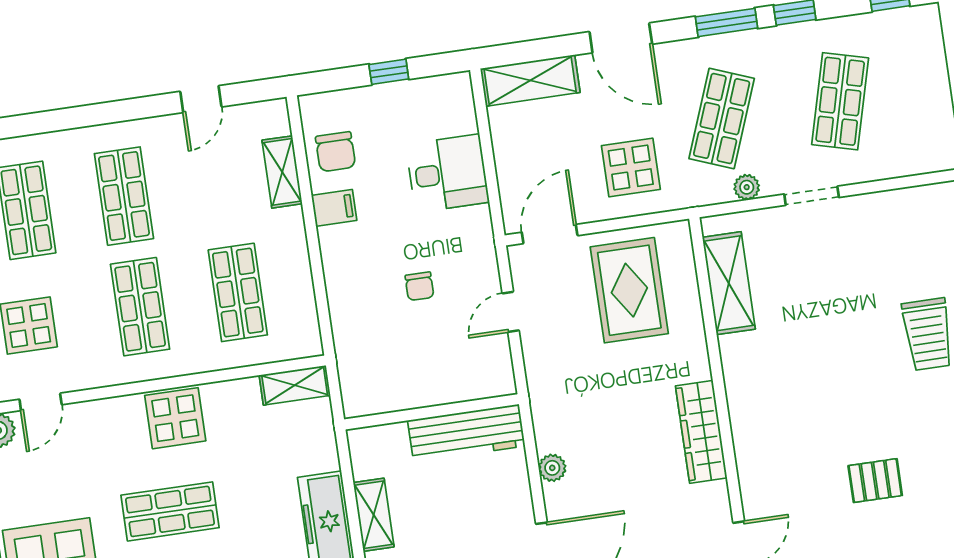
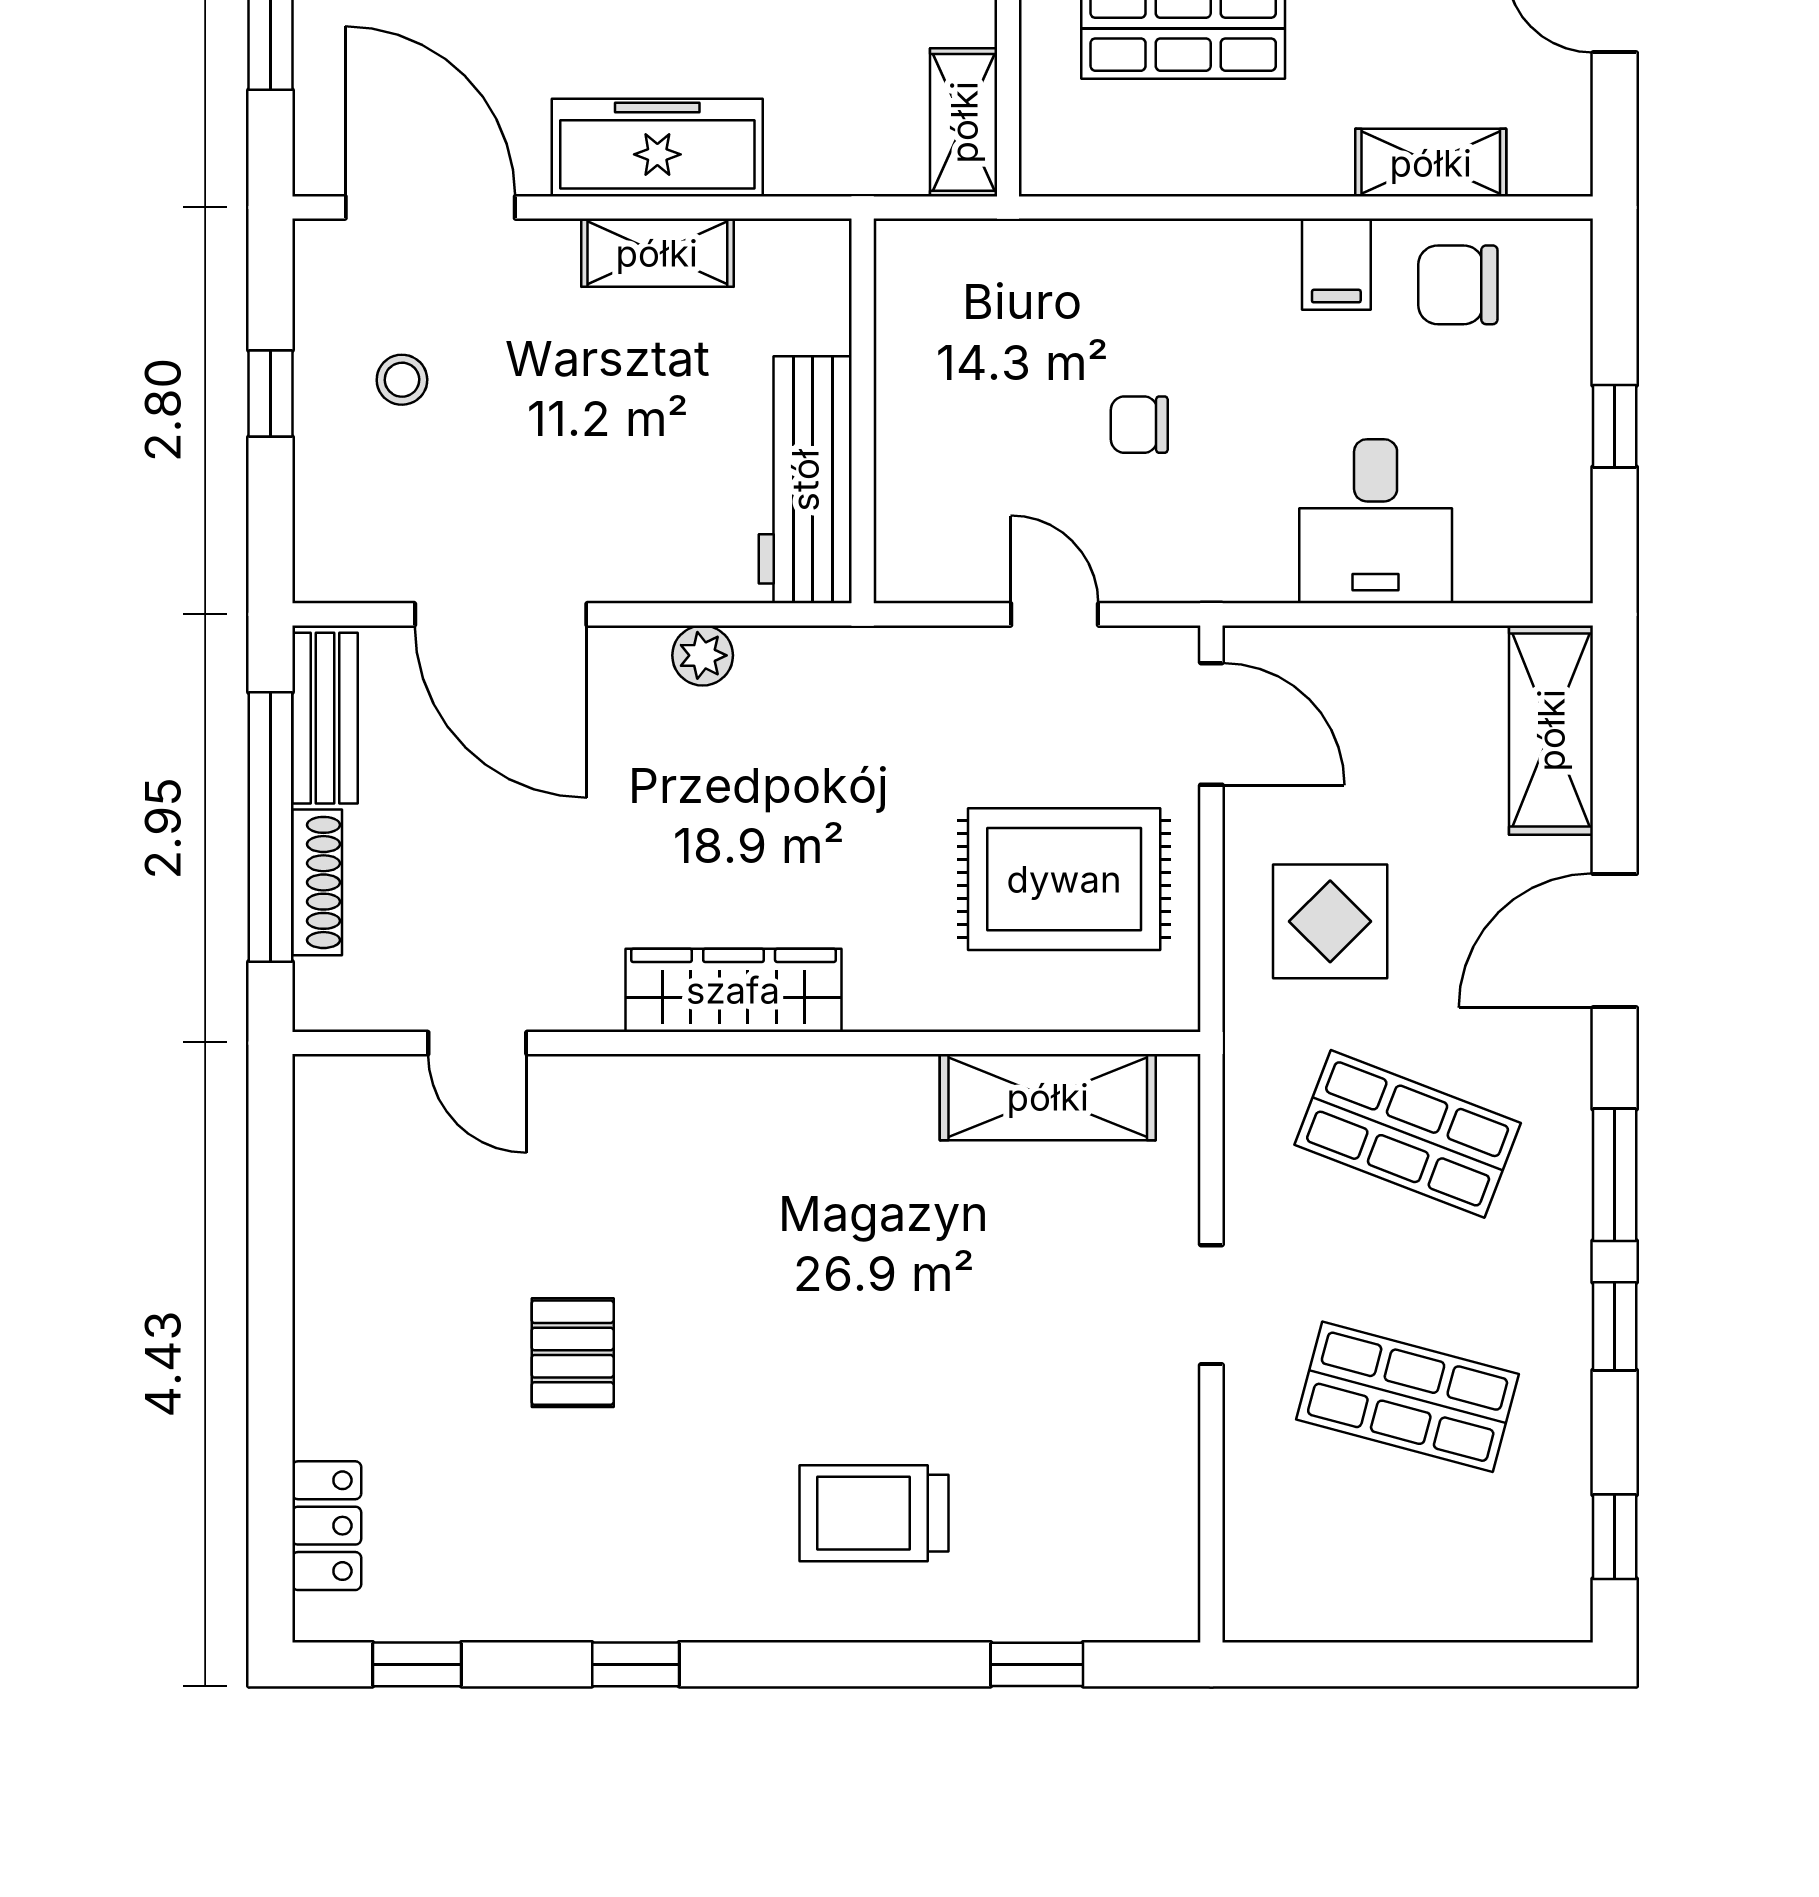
plant: (747, 187) -> (1251, 1167), removed

